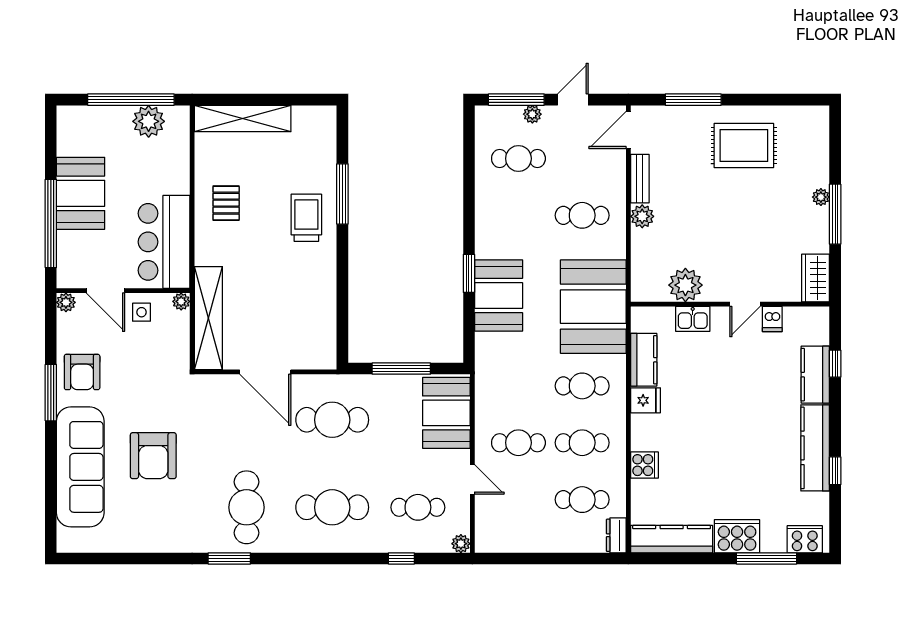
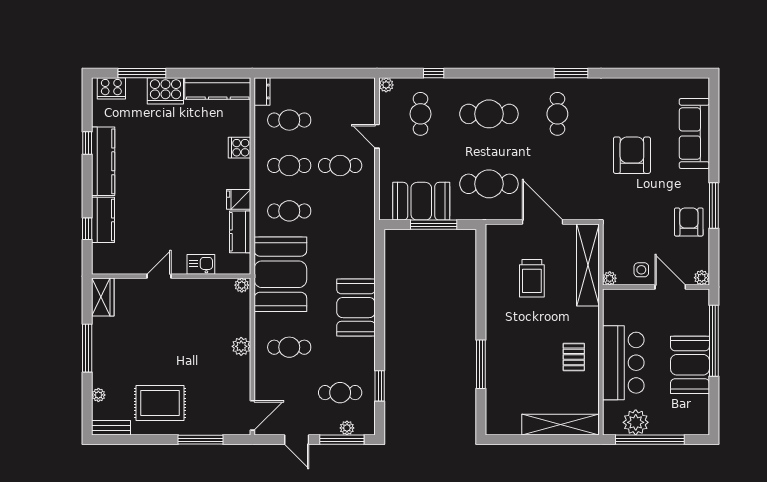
door: (573, 100) -> (297, 440), hinge flipped
plant: (532, 114) -> (347, 428), moved
bench: (640, 179) -> (111, 428), moved, turned 90
plant: (821, 197) -> (98, 395), moved
trolley: (306, 218) -> (532, 278), moved
bar counter: (164, 242) -> (623, 363), moved
window: (469, 273) -> (380, 386), moved
plant: (685, 285) -> (242, 285), moved, width x0.53, depth x0.53
booth: (499, 296) -> (356, 308), moved
dishwasher: (772, 319) -> (137, 264), removed
booth: (446, 413) -> (421, 201), moved, turned 90
sofa: (80, 467) -> (694, 133), width x0.74, depth x0.79
cafe table: (247, 507) -> (557, 114), width x0.73, depth x0.74
cafe table: (418, 507) -> (420, 114), turned 90

